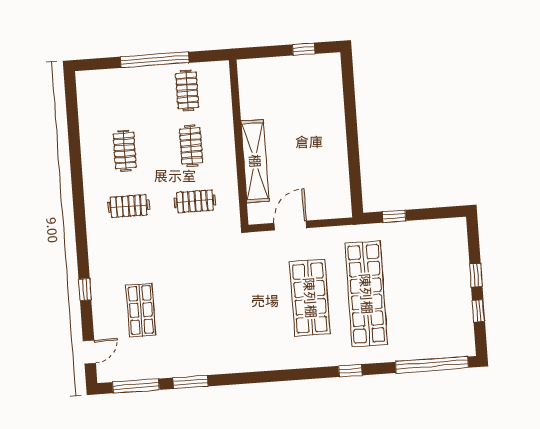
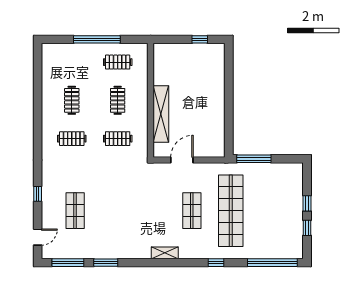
clothes rail: (187, 90) -> (118, 62), turned 90
window: (394, 216) -> (254, 159), width x2.17
shop shelf: (310, 298) -> (192, 211), width x0.70, depth x0.74
shelving: (275, 362) -> (165, 253), added

